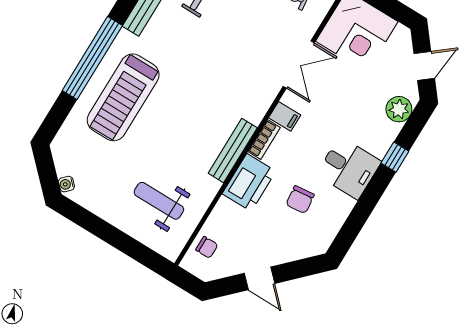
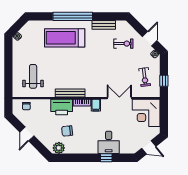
double door: (299, 64) -> (119, 98), swing flipped
plant: (399, 109) -> (59, 148), moved
desk: (349, 168) -> (109, 142), moved

